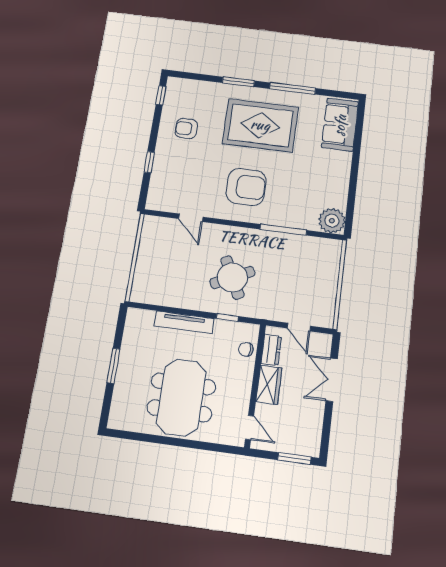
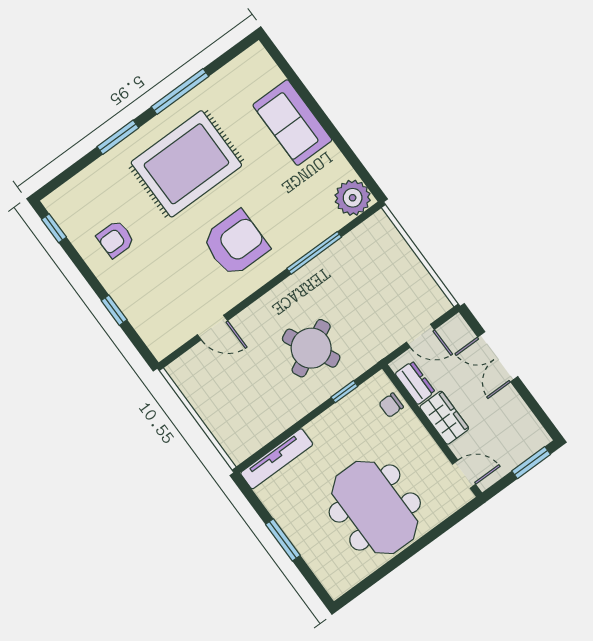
sofa: (340, 125) -> (292, 123), moved
tv unit: (184, 322) -> (277, 459), moved

